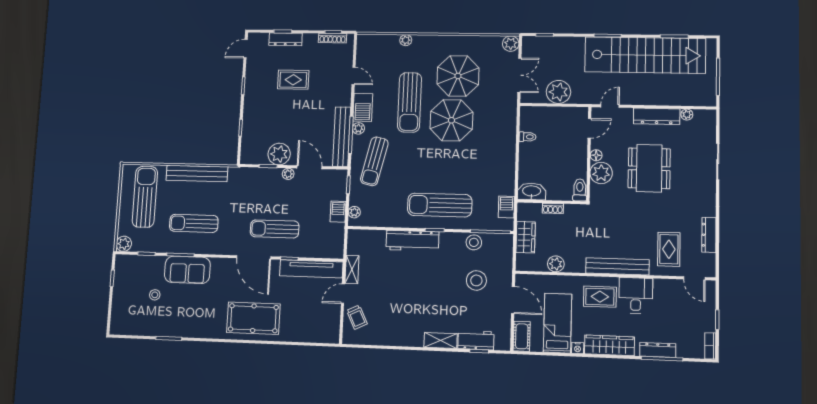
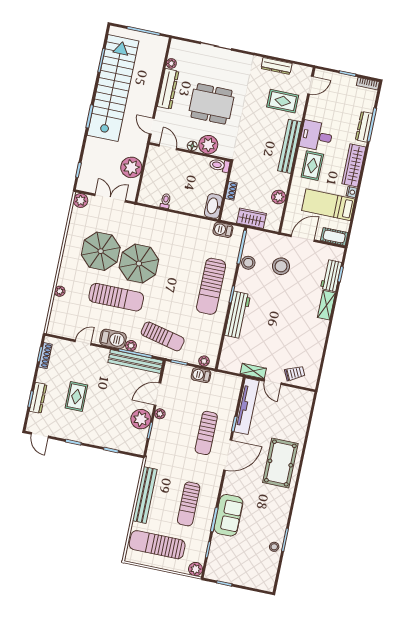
stool: (155, 295) -> (274, 547), moved

